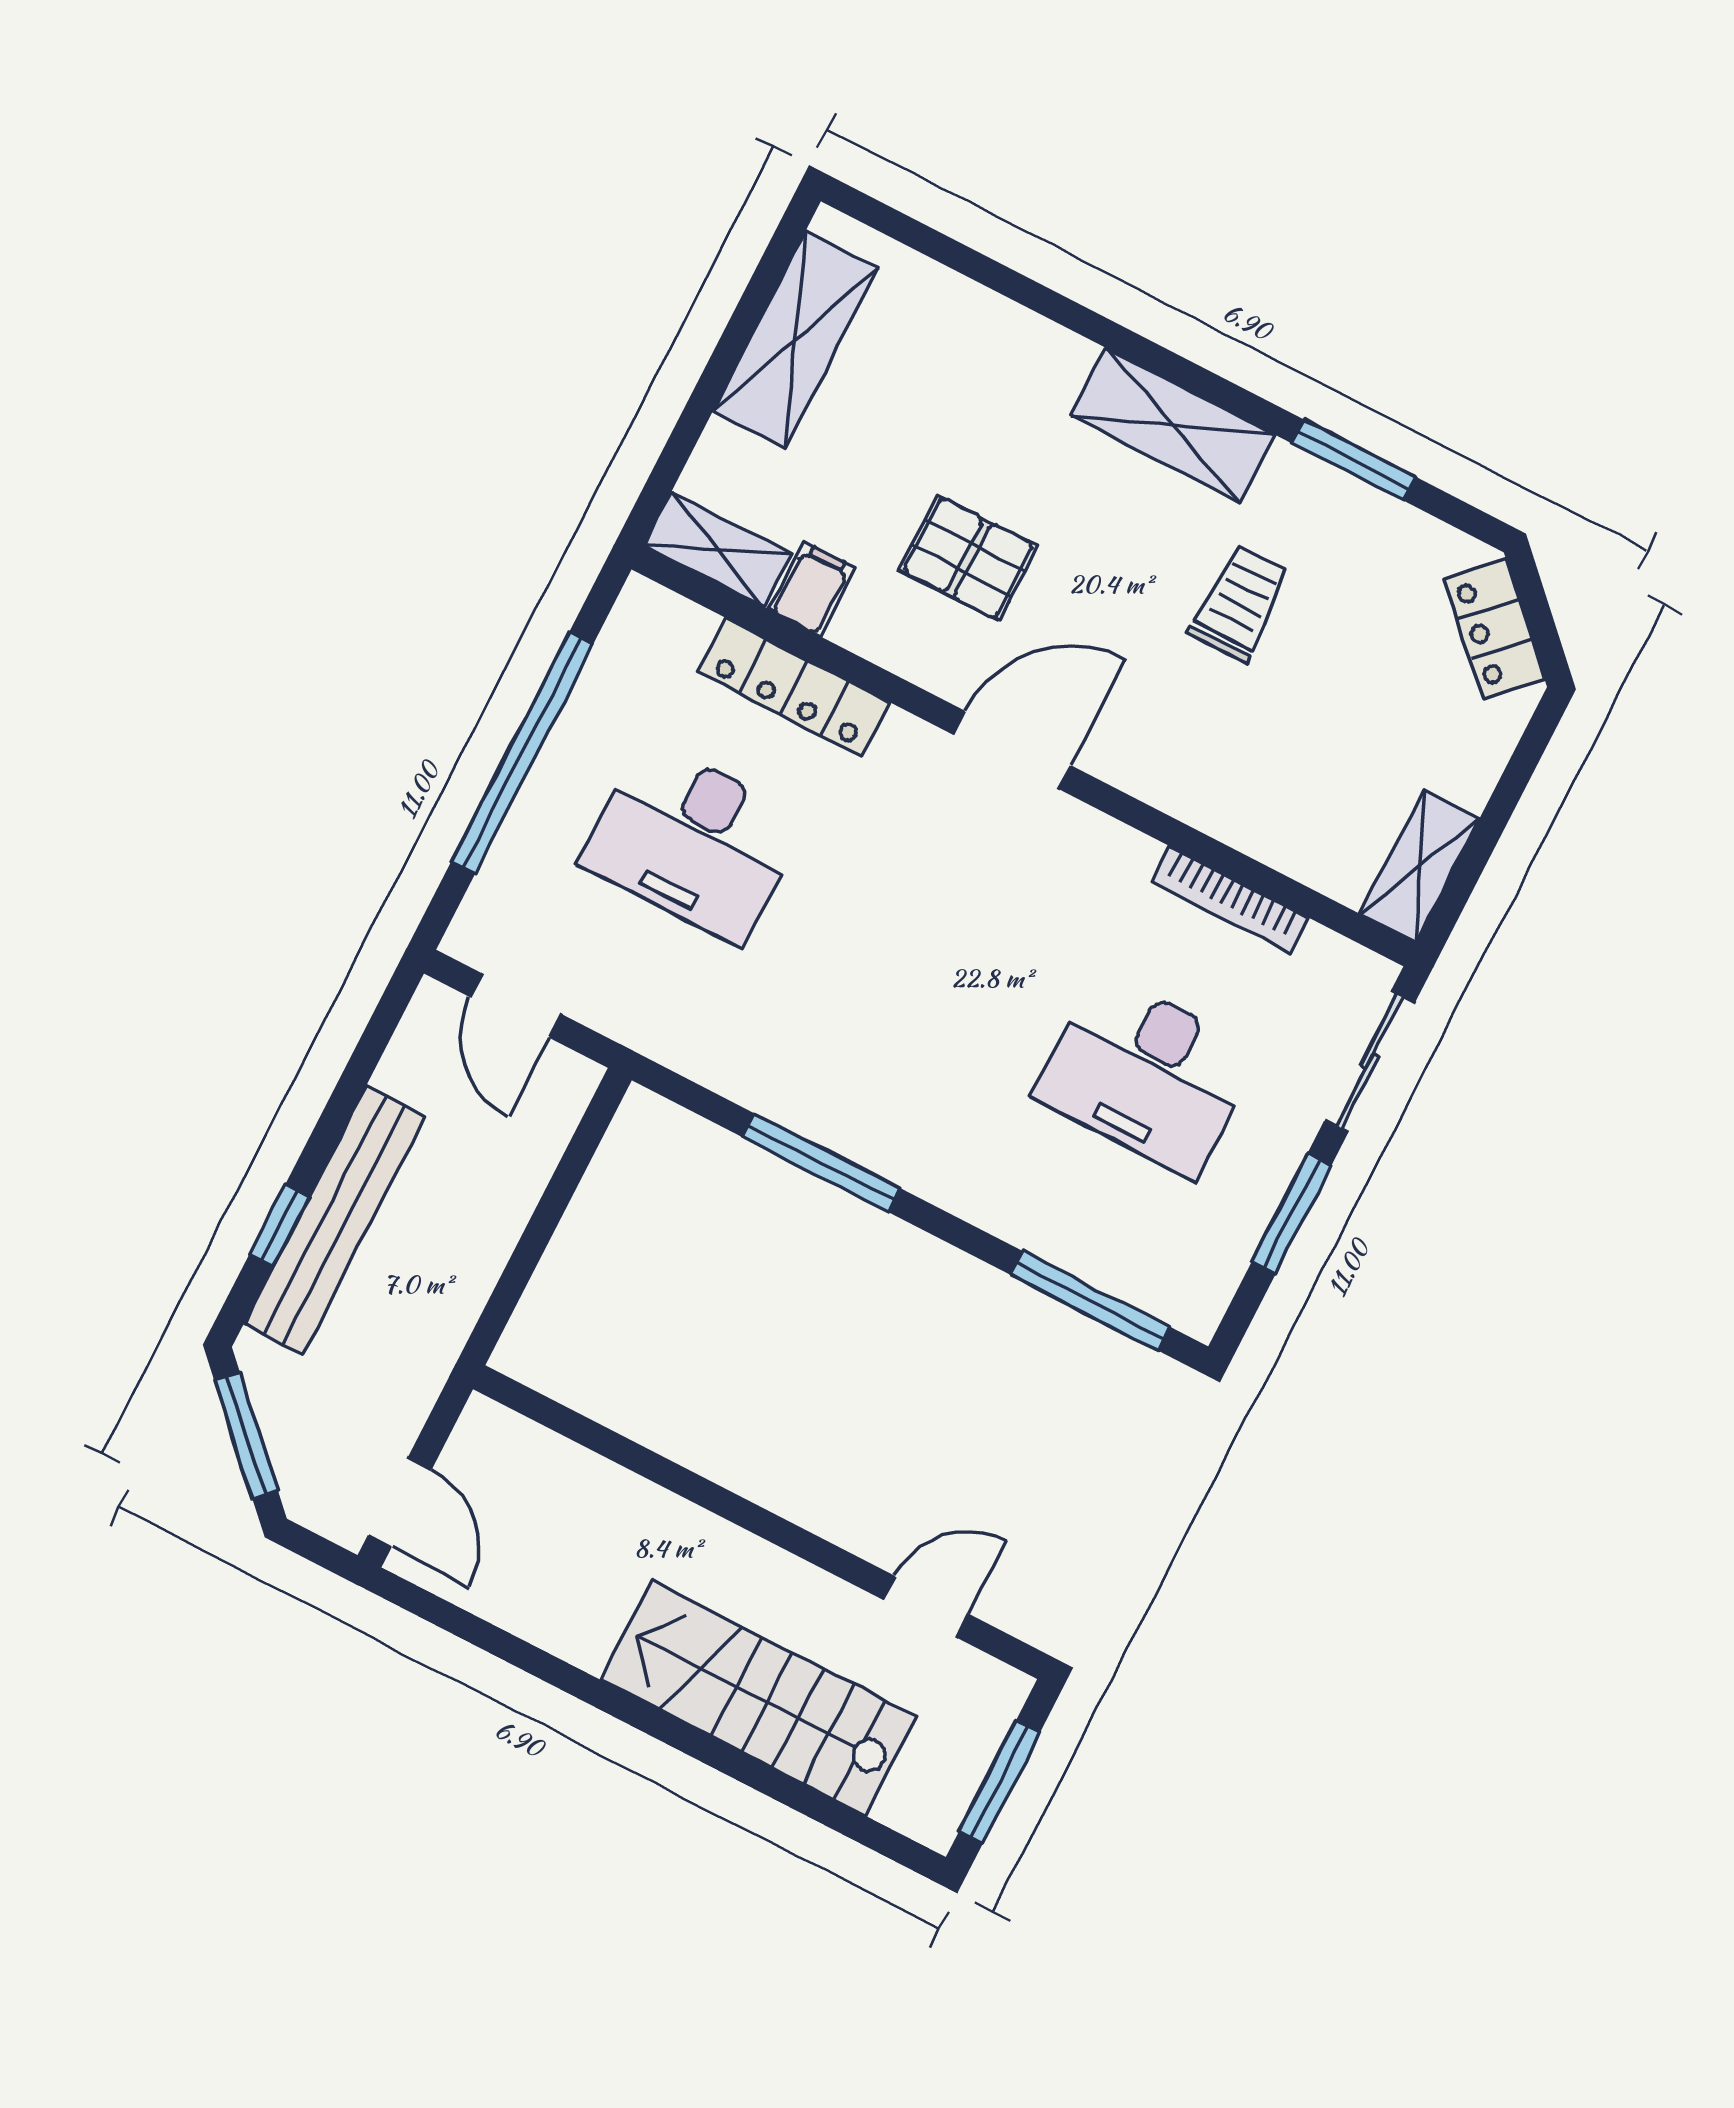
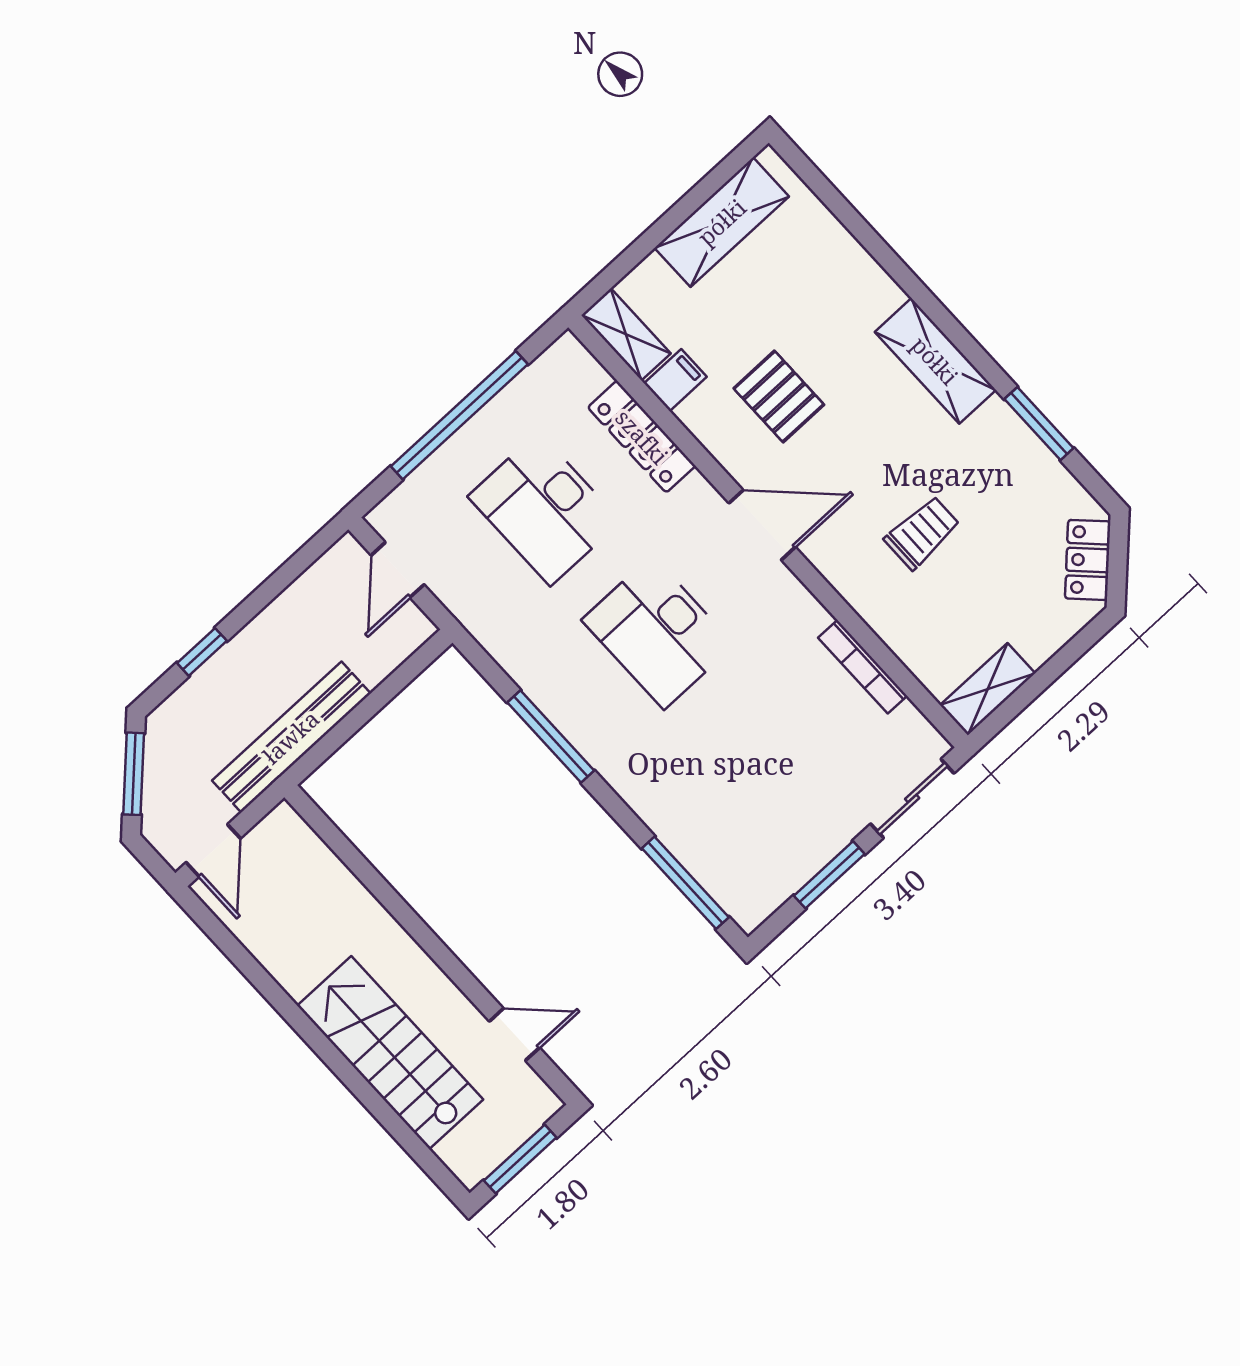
trolley: (1240, 603) -> (922, 533), moved
desk: (1147, 1075) -> (658, 632), moved
bench: (334, 1220) -> (291, 737), moved

